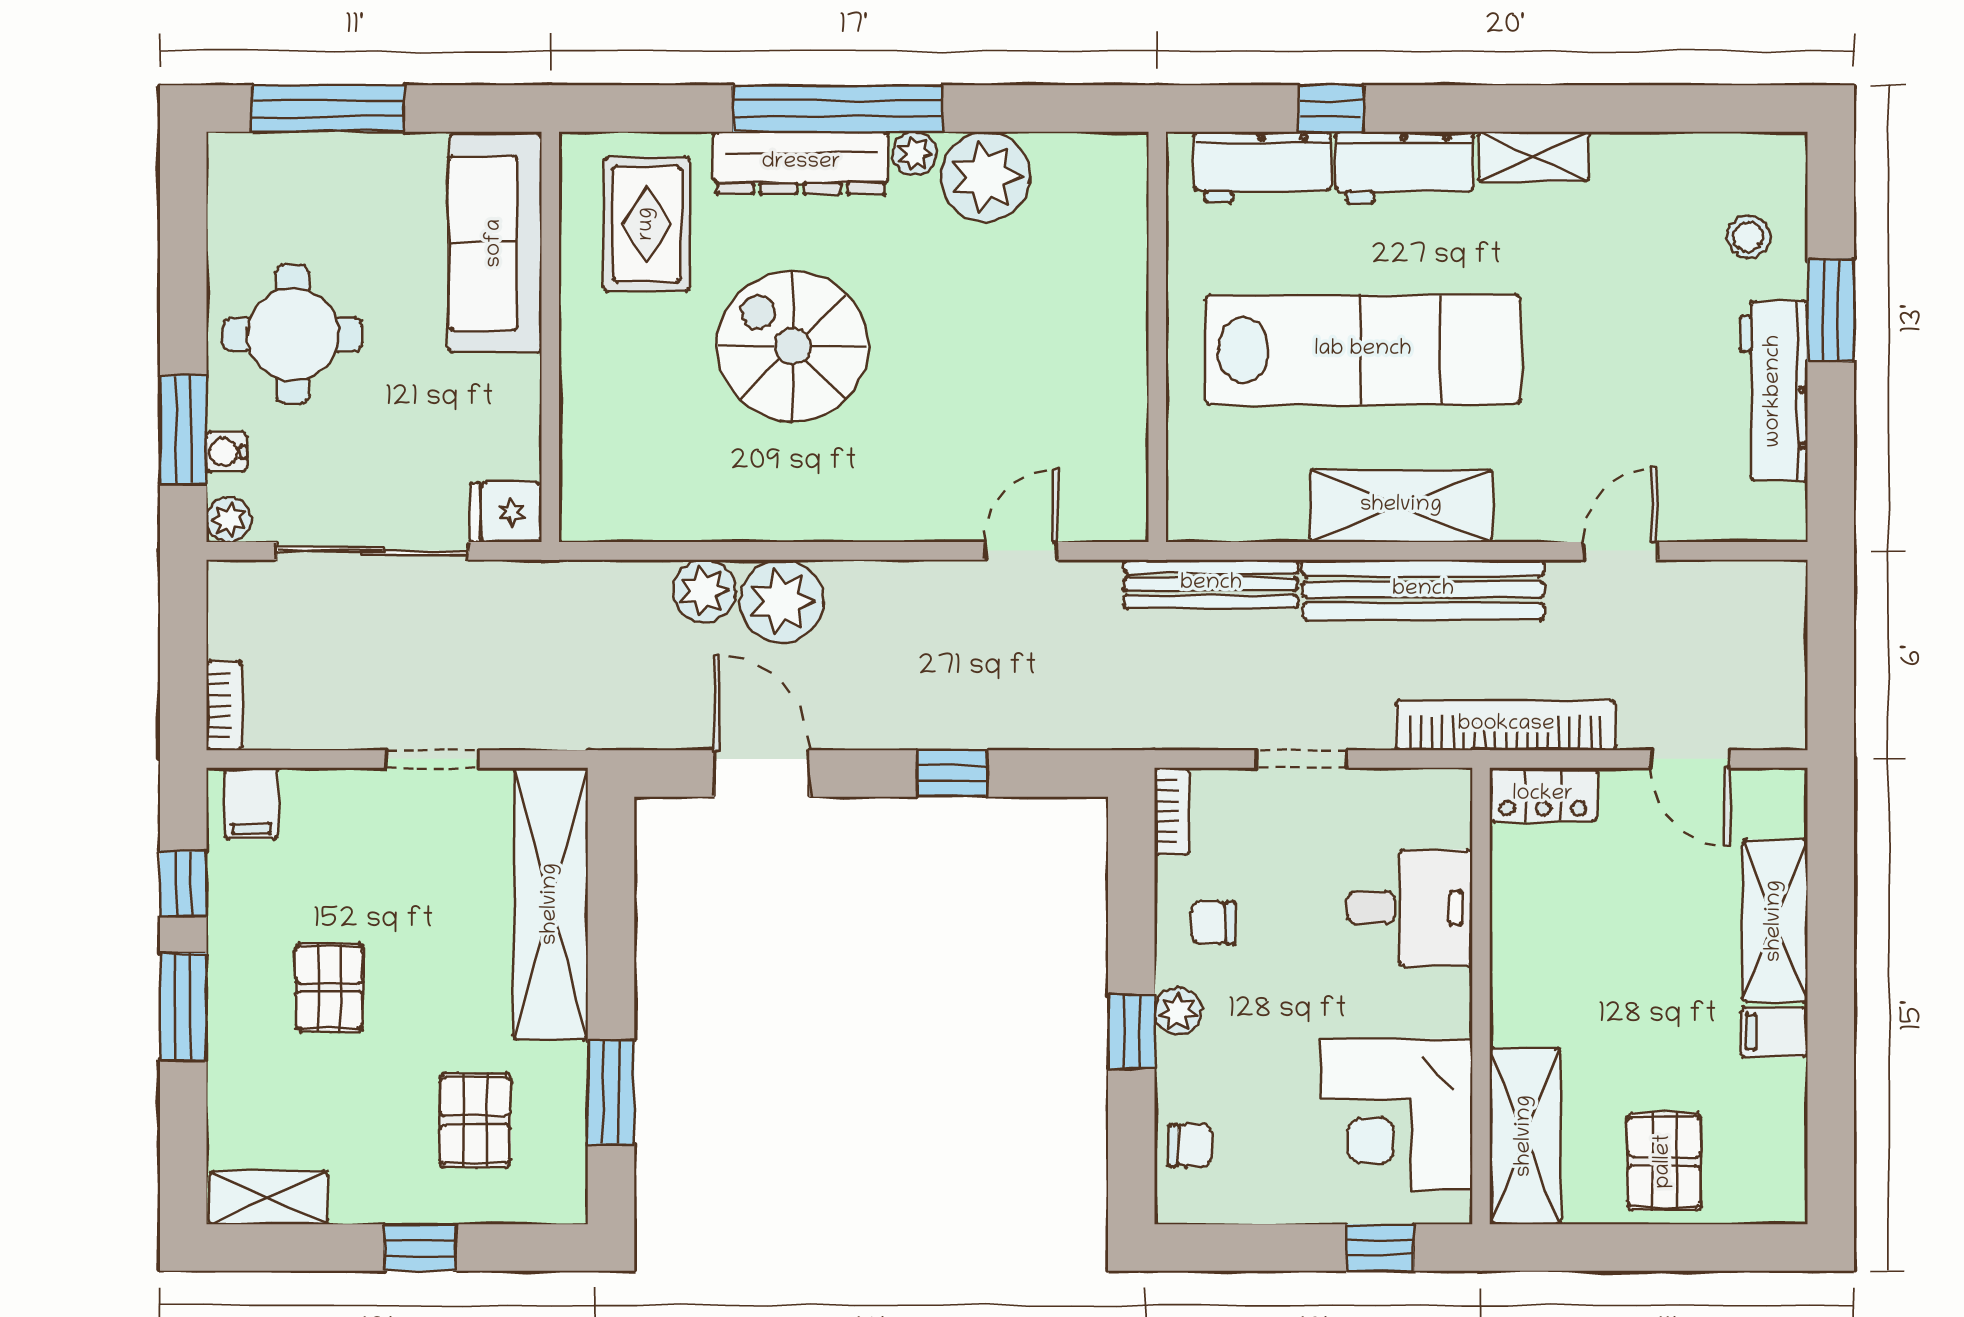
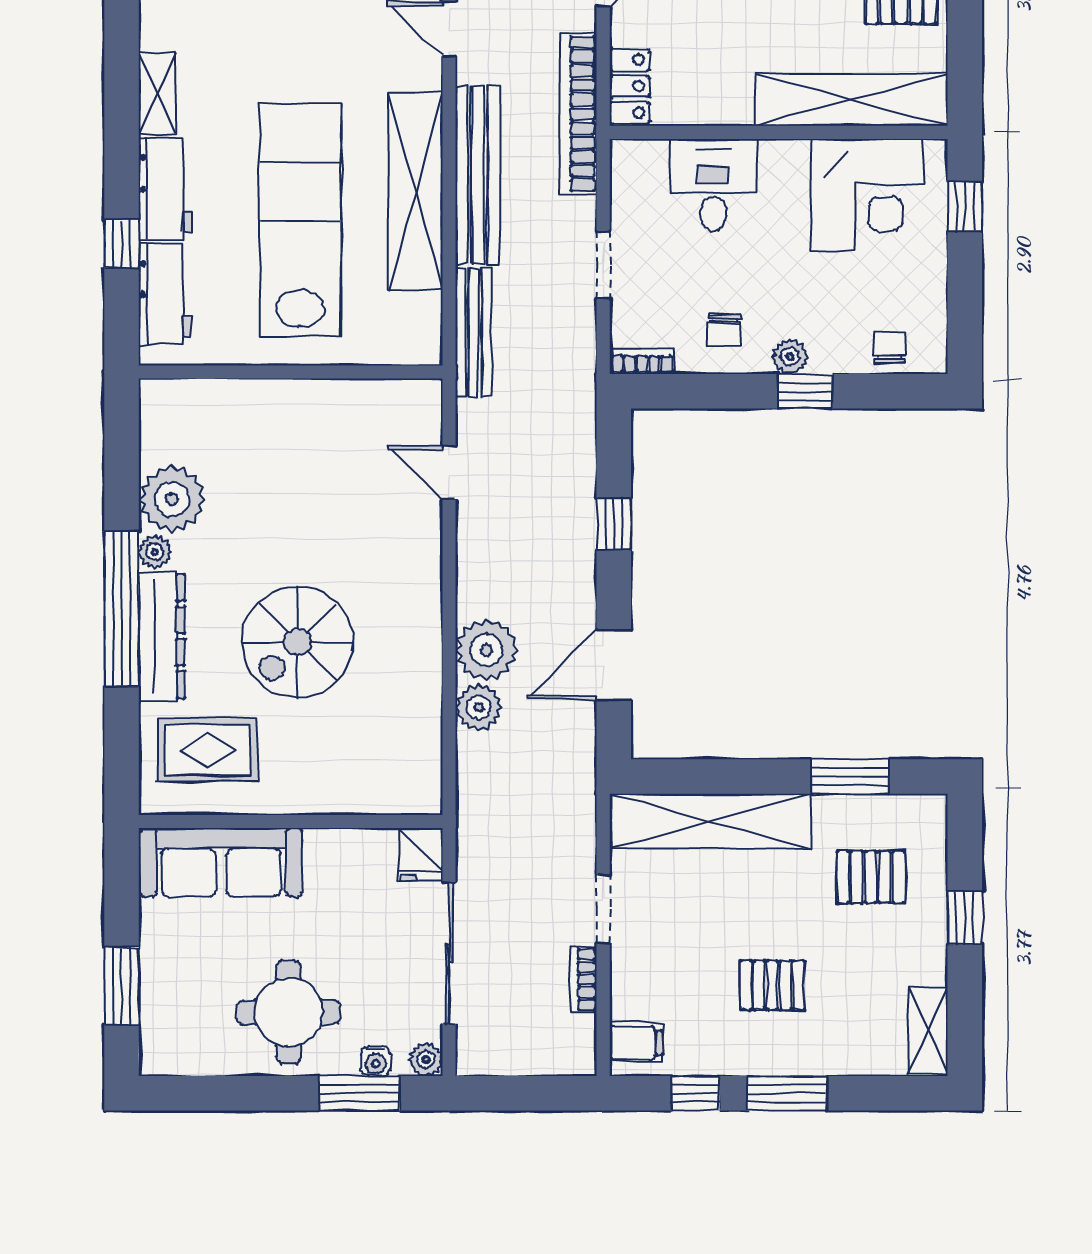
window: (328, 109) -> (122, 986), width x0.69
shelving: (1401, 506) -> (416, 192), width x1.47
bookcase: (224, 706) -> (583, 980), moved, turned -90
shelving: (1525, 1136) -> (852, 100), width x1.47

